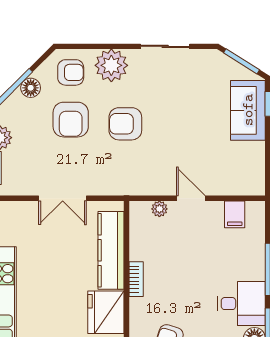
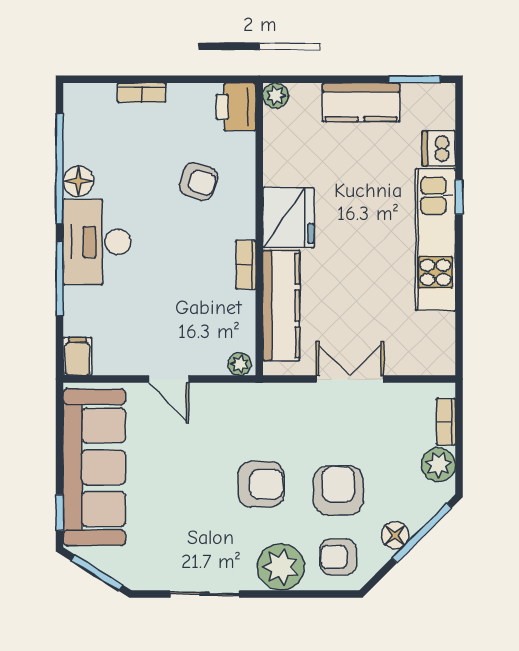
sofa: (248, 110) -> (94, 467), width x1.85, depth x1.27
plant: (159, 209) -> (240, 364), moved
filing cabinet: (235, 214) -> (77, 356), moved
desk: (241, 304) -> (97, 242), width x1.37

